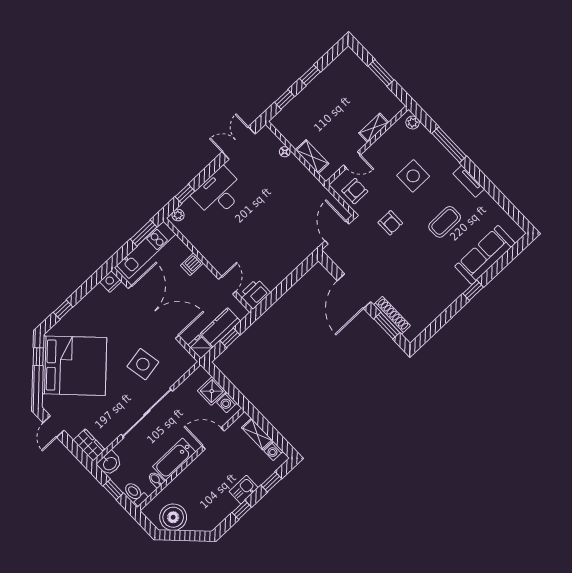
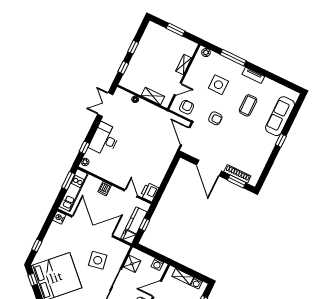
shower: (212, 391) -> (132, 264), moved

